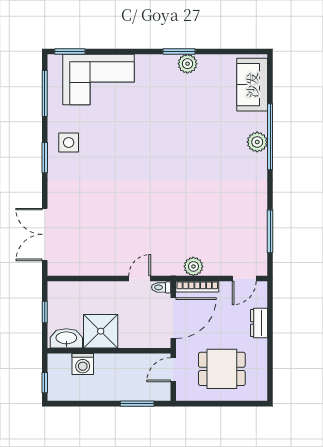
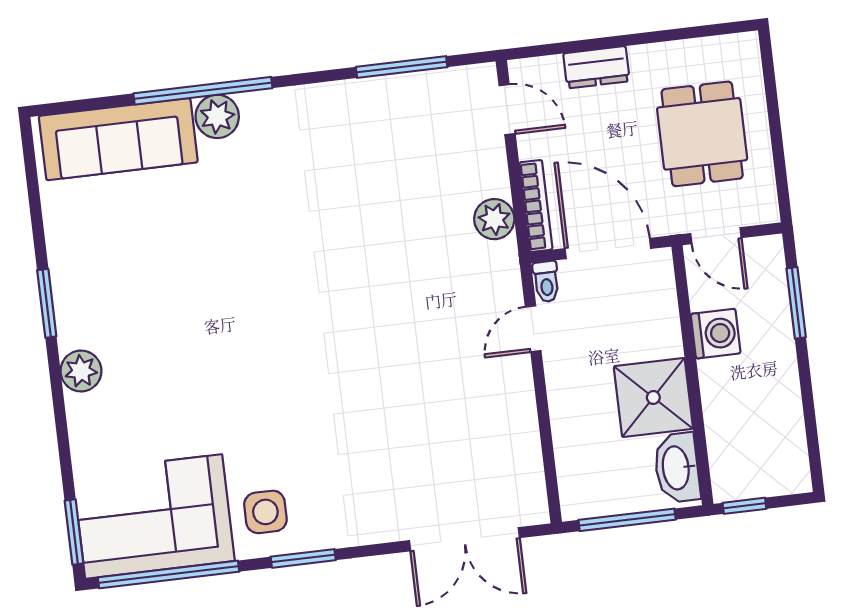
plant: (187, 64) -> (81, 371), moved
corner sofa: (98, 79) -> (154, 516), moved, turned -90
sofa: (252, 85) -> (118, 139), width x1.36
window: (45, 93) -> (169, 574), width x1.46
door: (140, 279) -> (533, 329), hinge flipped
window: (45, 312) -> (627, 520), width x2.17
washing machine: (83, 364) -> (716, 334), moved
window: (45, 383) -> (744, 506), moved

